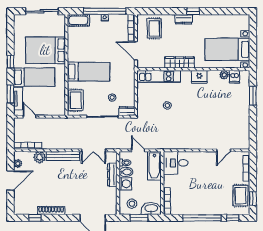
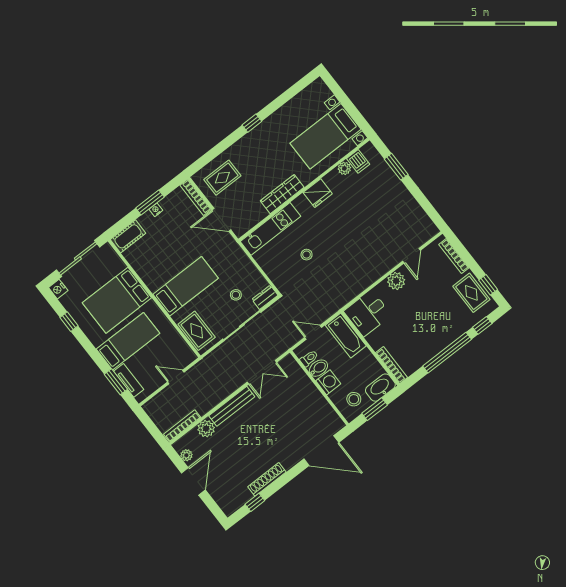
window: (104, 11) -> (150, 202), width x0.47
nightstand: (18, 19) -> (58, 289), added
dresser: (184, 19) -> (248, 141), removed
rug: (154, 28) -> (222, 178), turned 90
window: (10, 62) -> (69, 322), moved
door: (30, 117) -> (176, 377), moved
plant: (205, 158) -> (396, 281), added
dresser: (112, 175) -> (305, 383), removed

